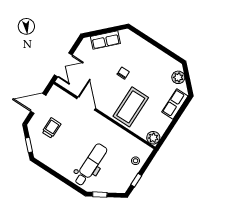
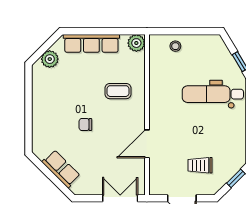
row of seats: (175, 104) -> (91, 43), width x1.48
coffee table: (131, 107) -> (118, 91), width x0.54, depth x0.58
window: (136, 180) -> (197, 31), removed

